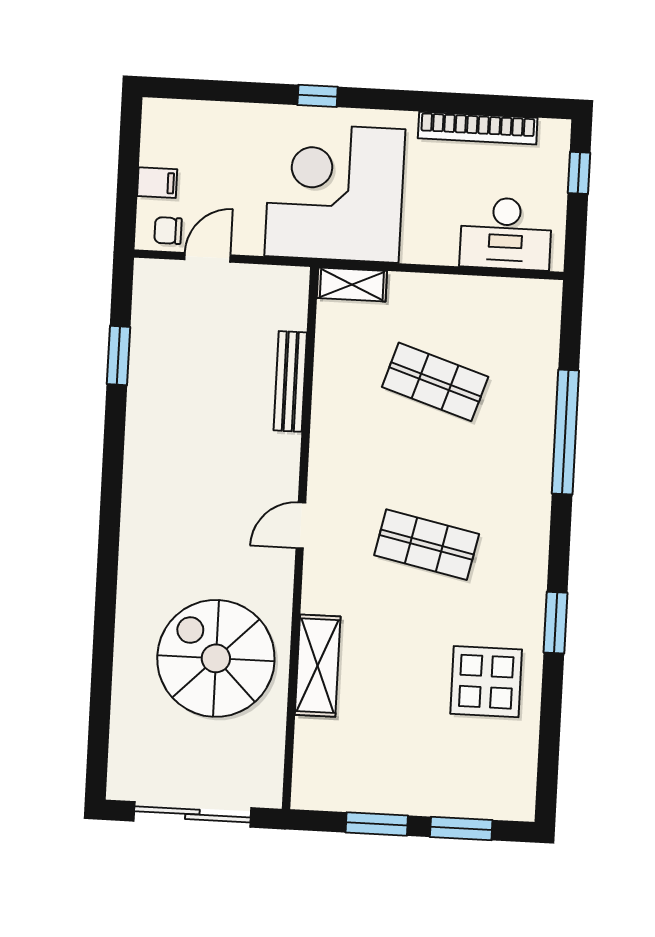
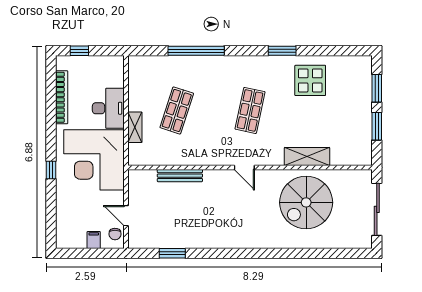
desk: (506, 234) -> (108, 108), moved
shelving: (352, 284) -> (135, 127), moved

